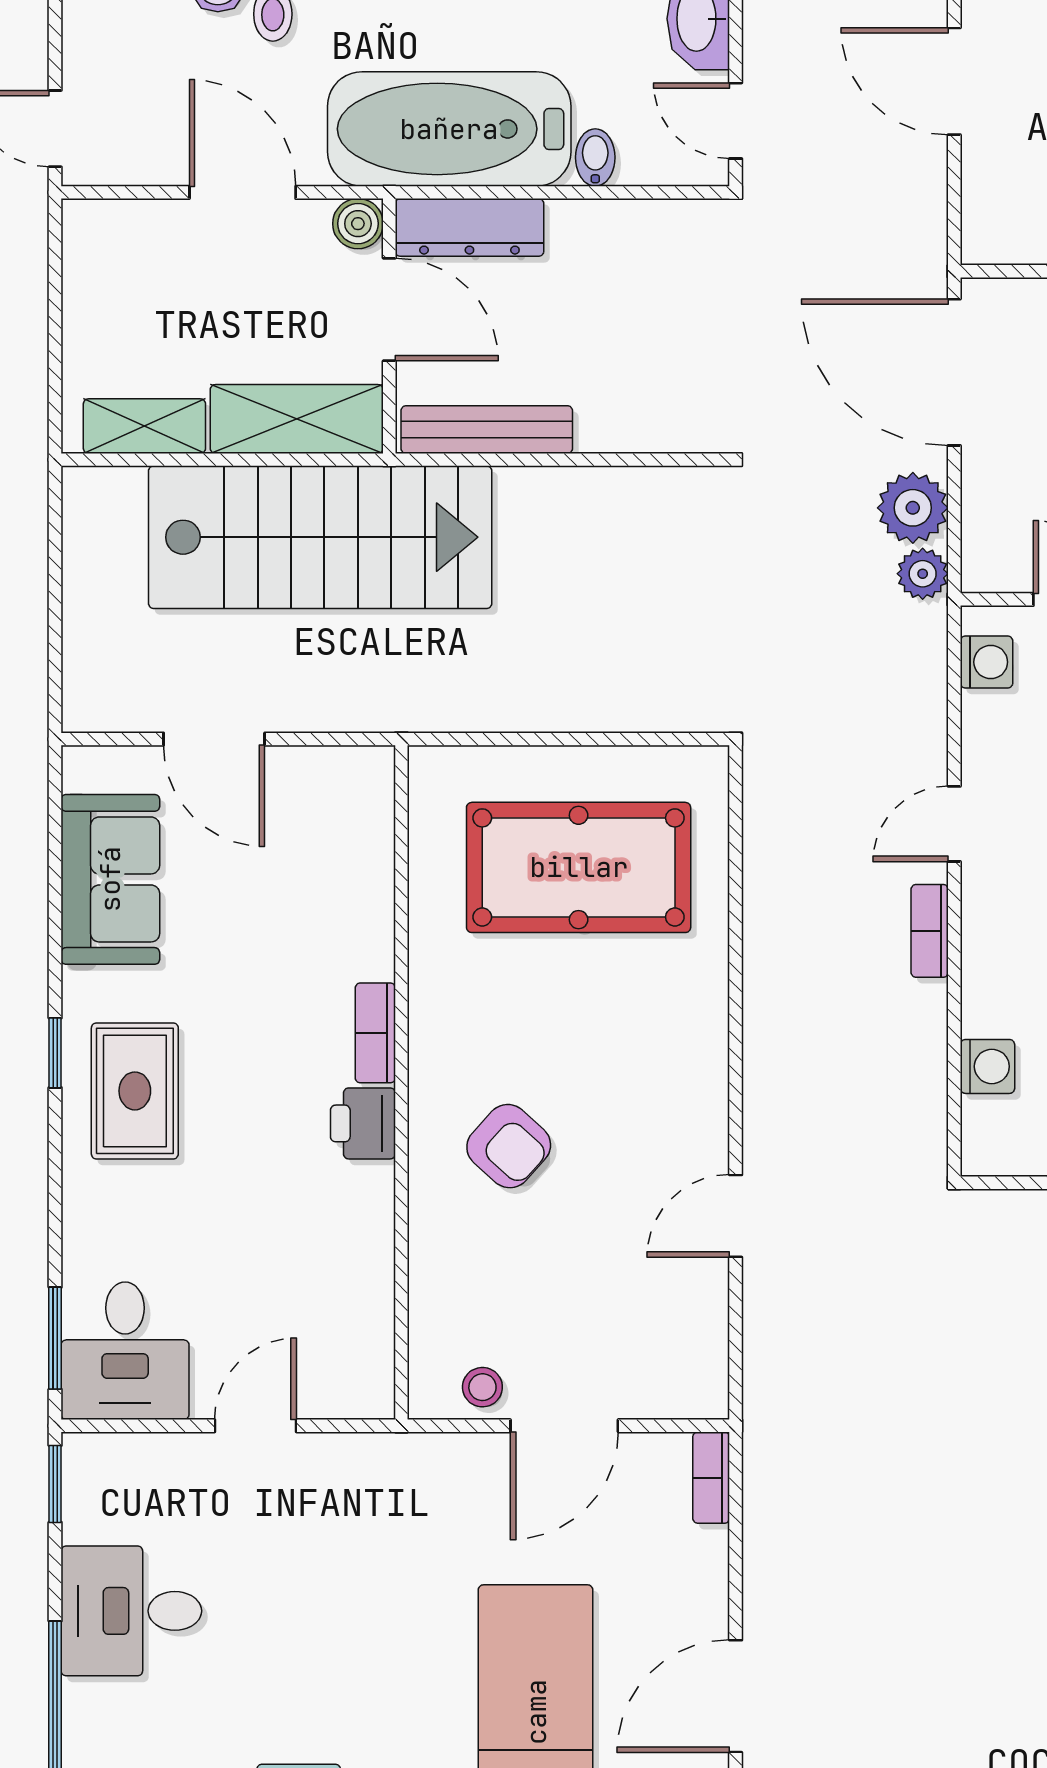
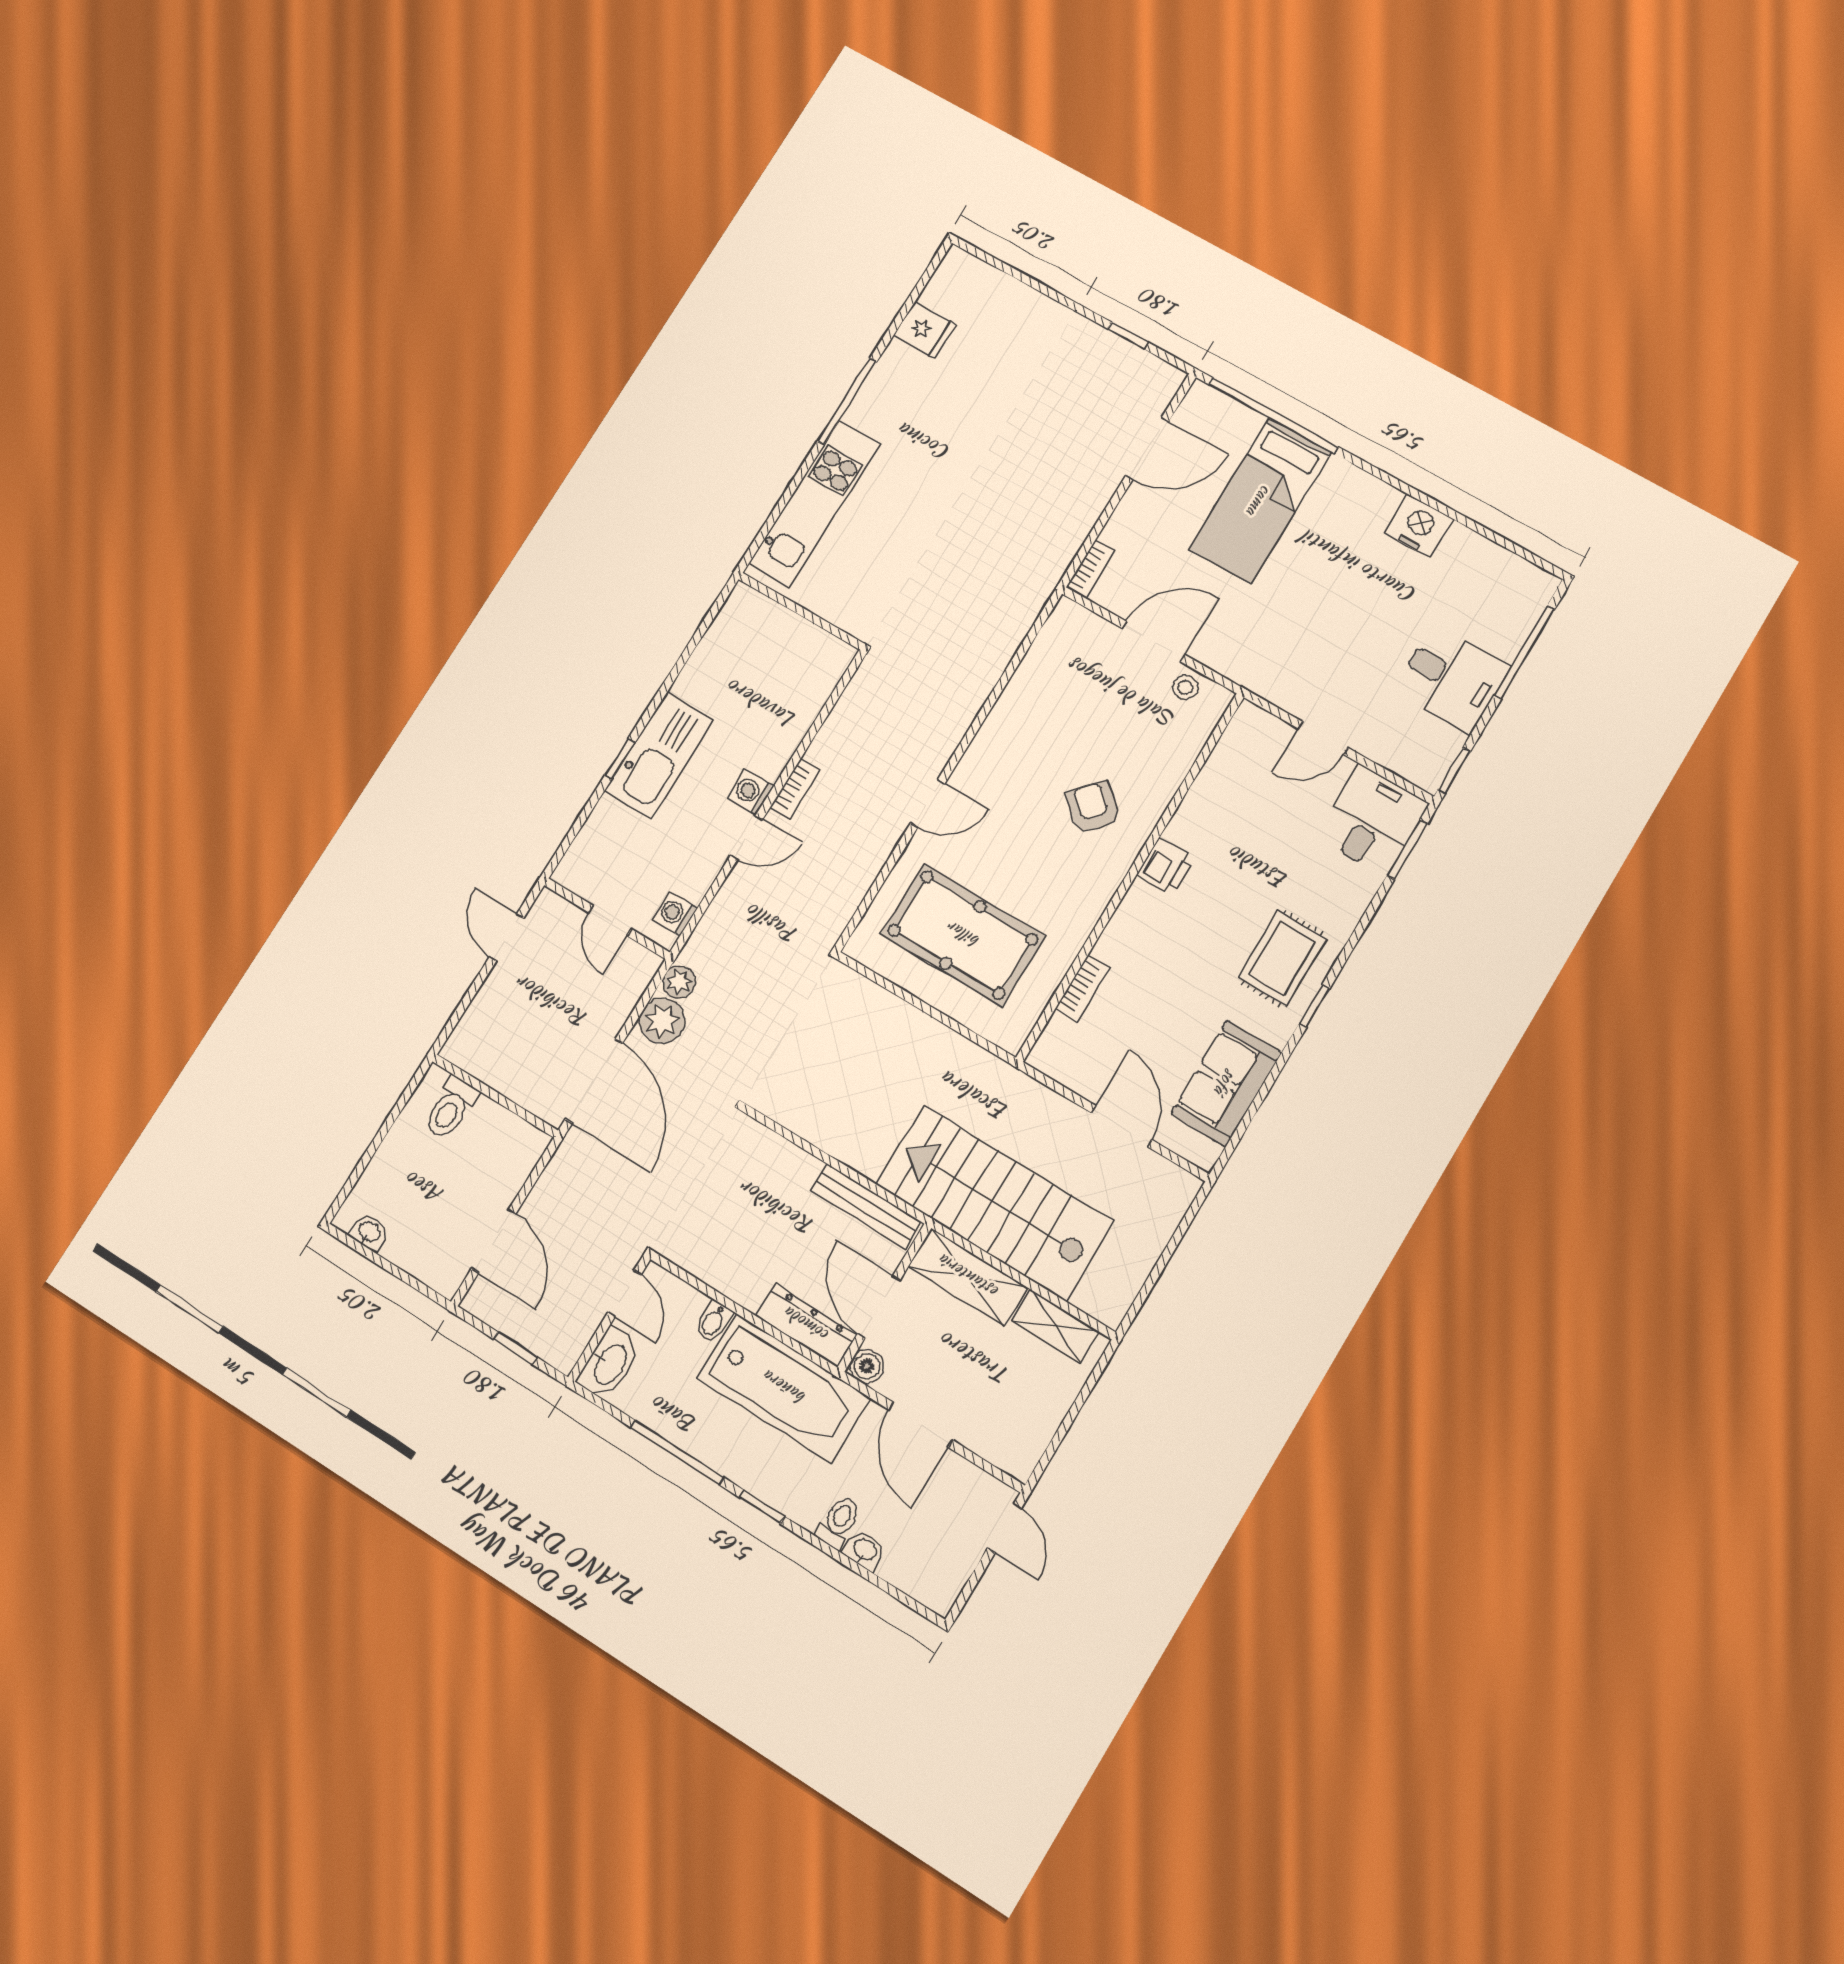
bookcase: (375, 1033) -> (1083, 988), moved
washing machine: (987, 1066) -> (751, 792), moved
door: (736, 1216) -> (928, 803), moved

